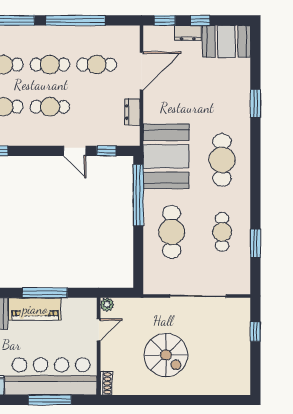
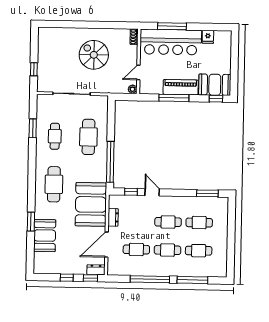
dresser: (188, 33) -> (96, 270), moved
booth: (226, 42) -> (45, 236), moved, turned 90
booth: (166, 156) -> (91, 204), moved

